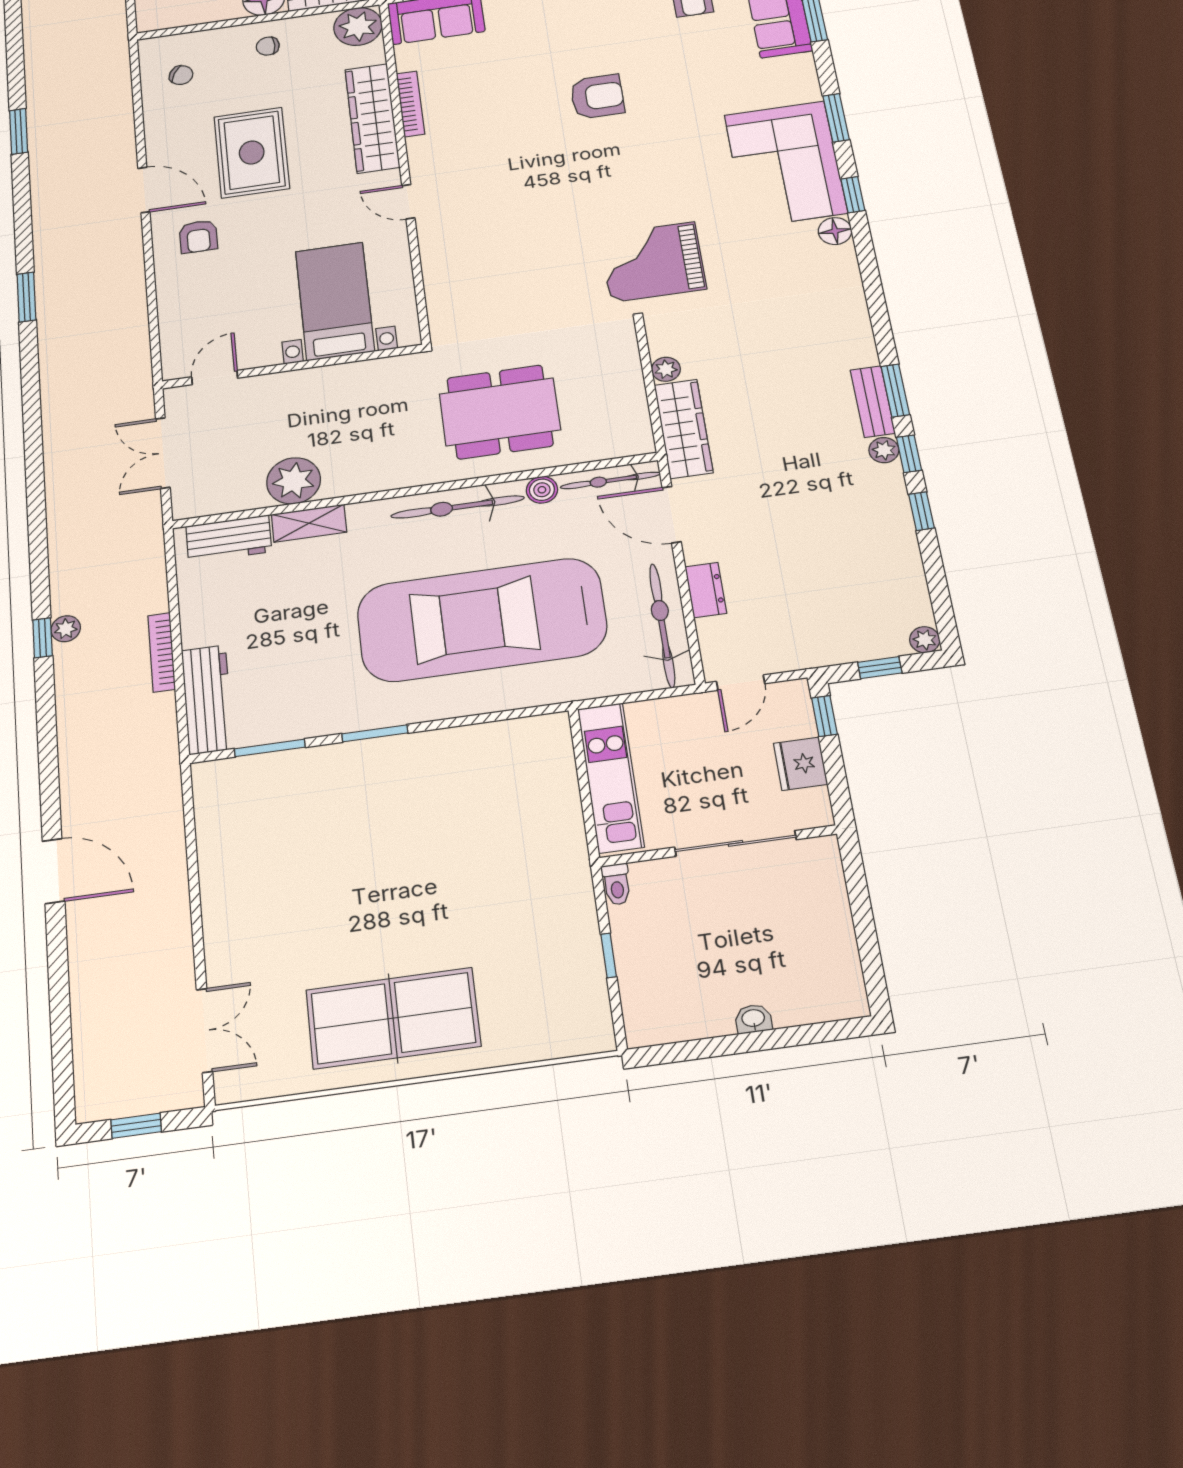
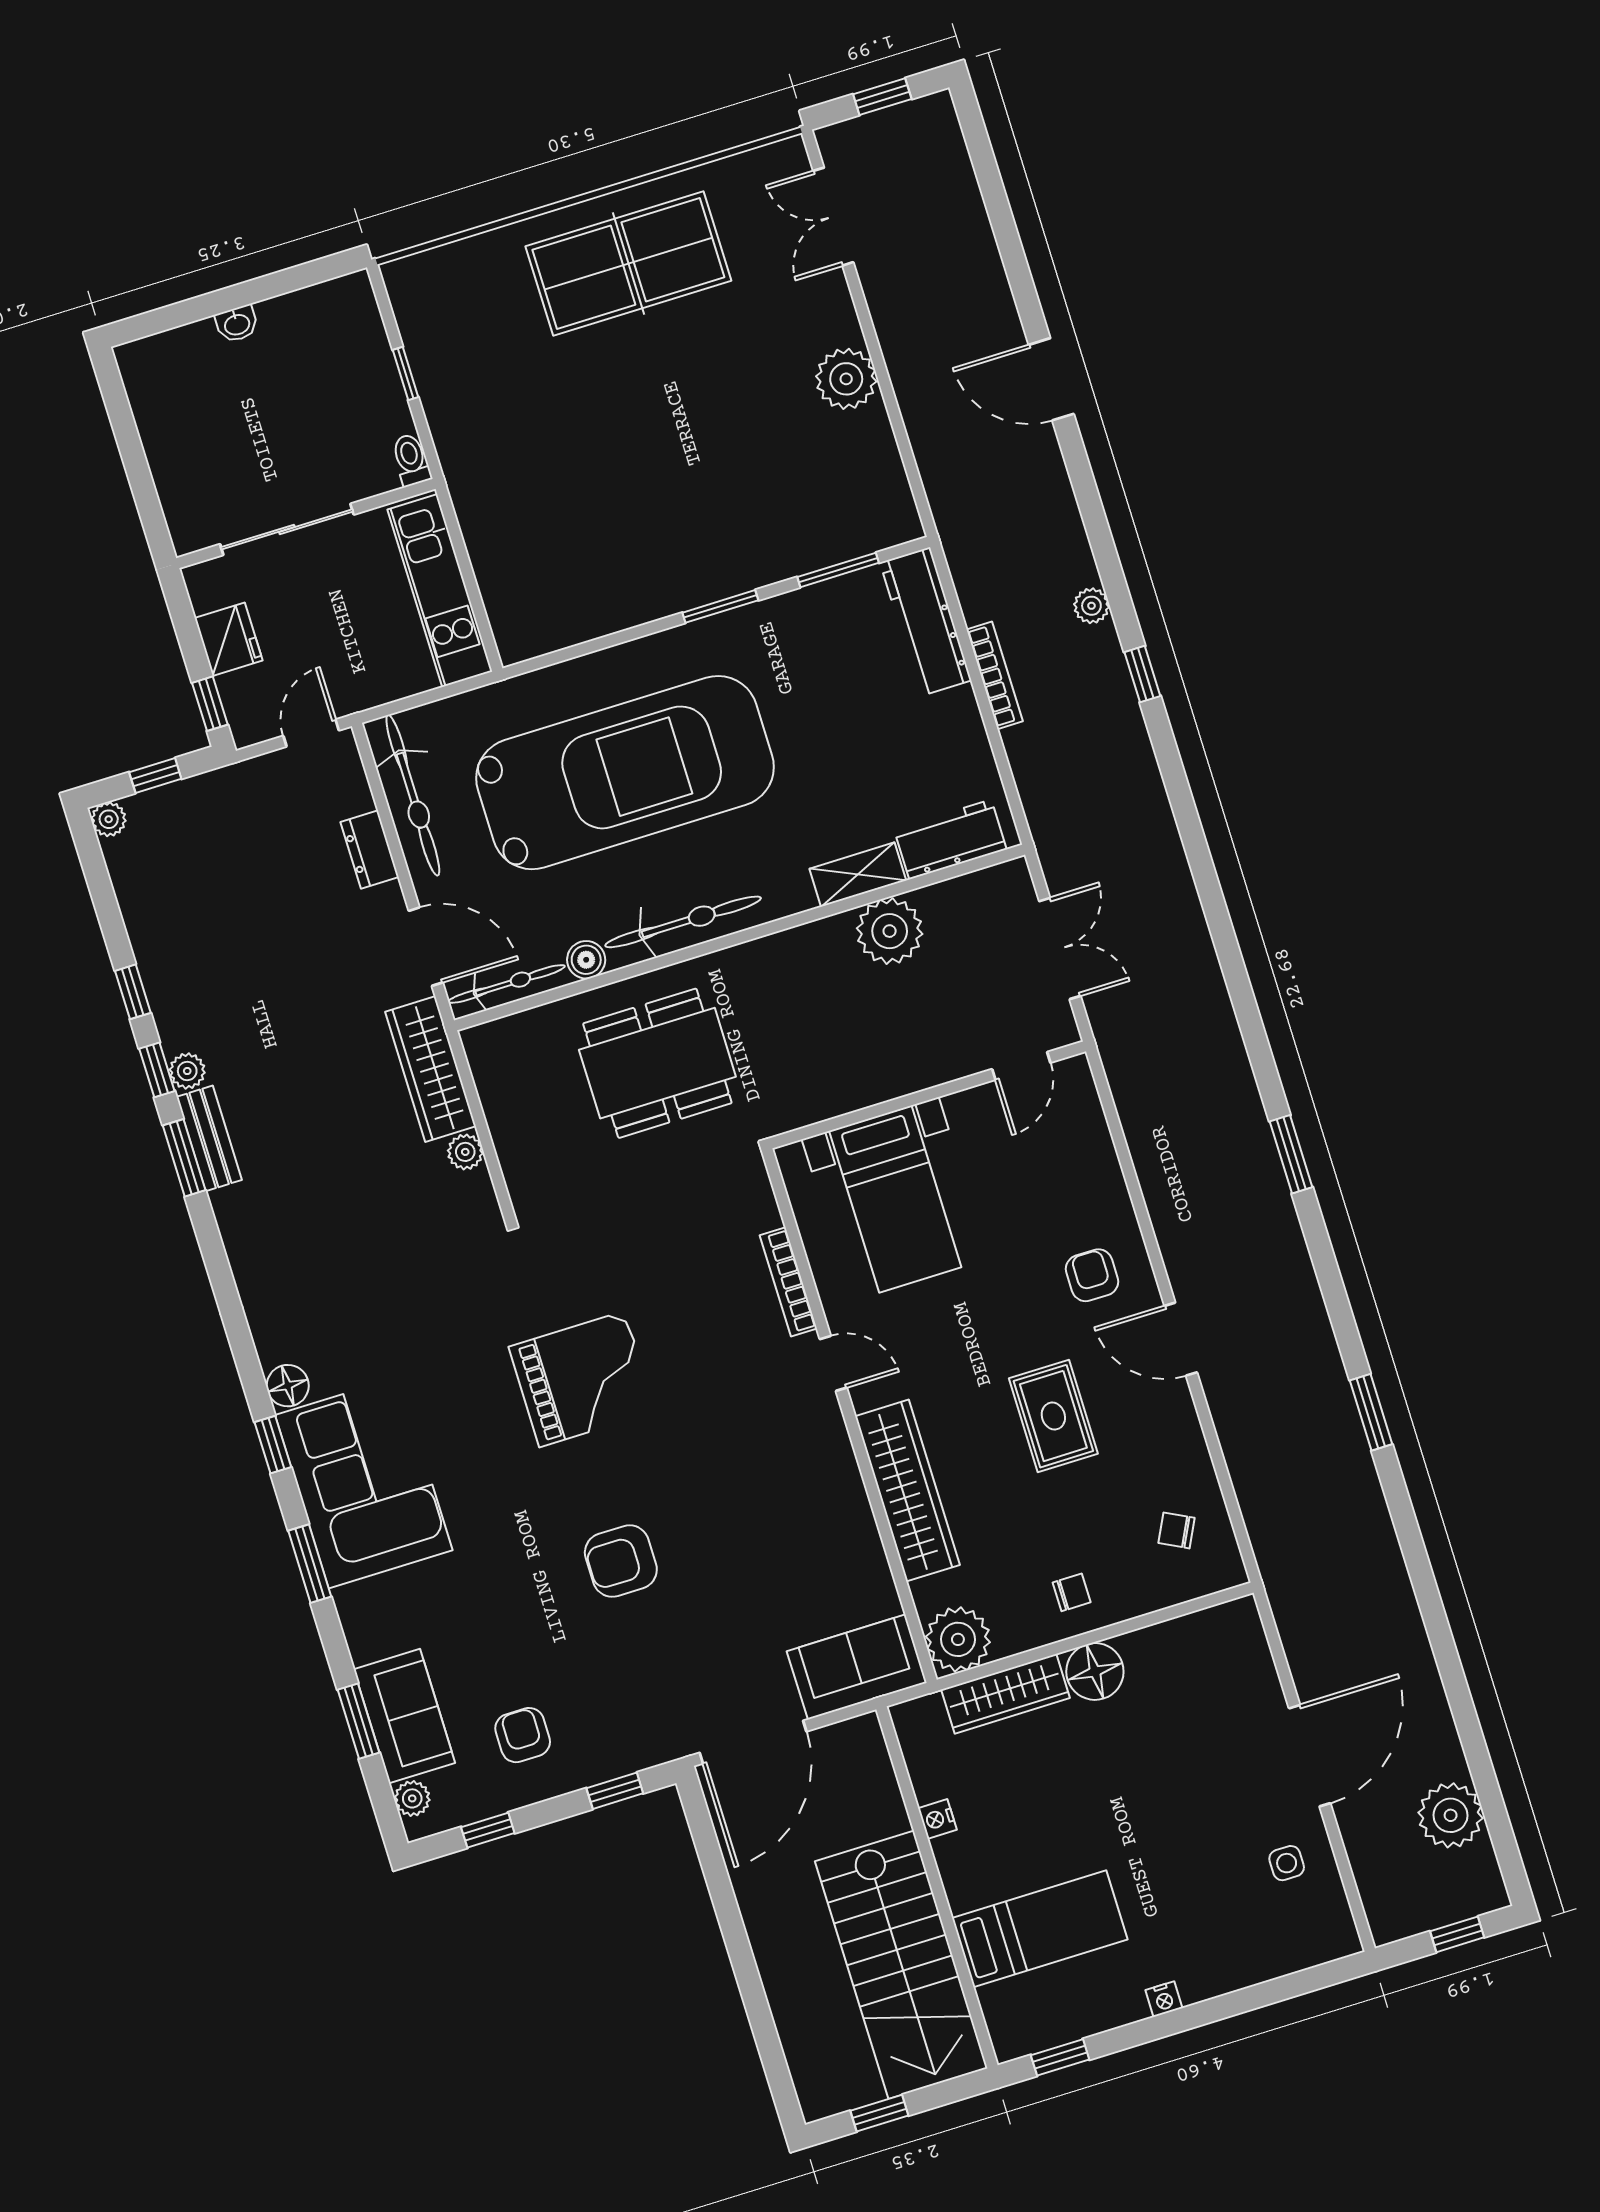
bookcase: (410, 104) -> (788, 1282), moved
rug: (252, 153) -> (1053, 1416), width x0.73, depth x0.70
grand piano: (653, 262) -> (582, 1379), moved
plant: (66, 629) -> (1091, 606), moved
plant: (226, 896) -> (846, 379), added

